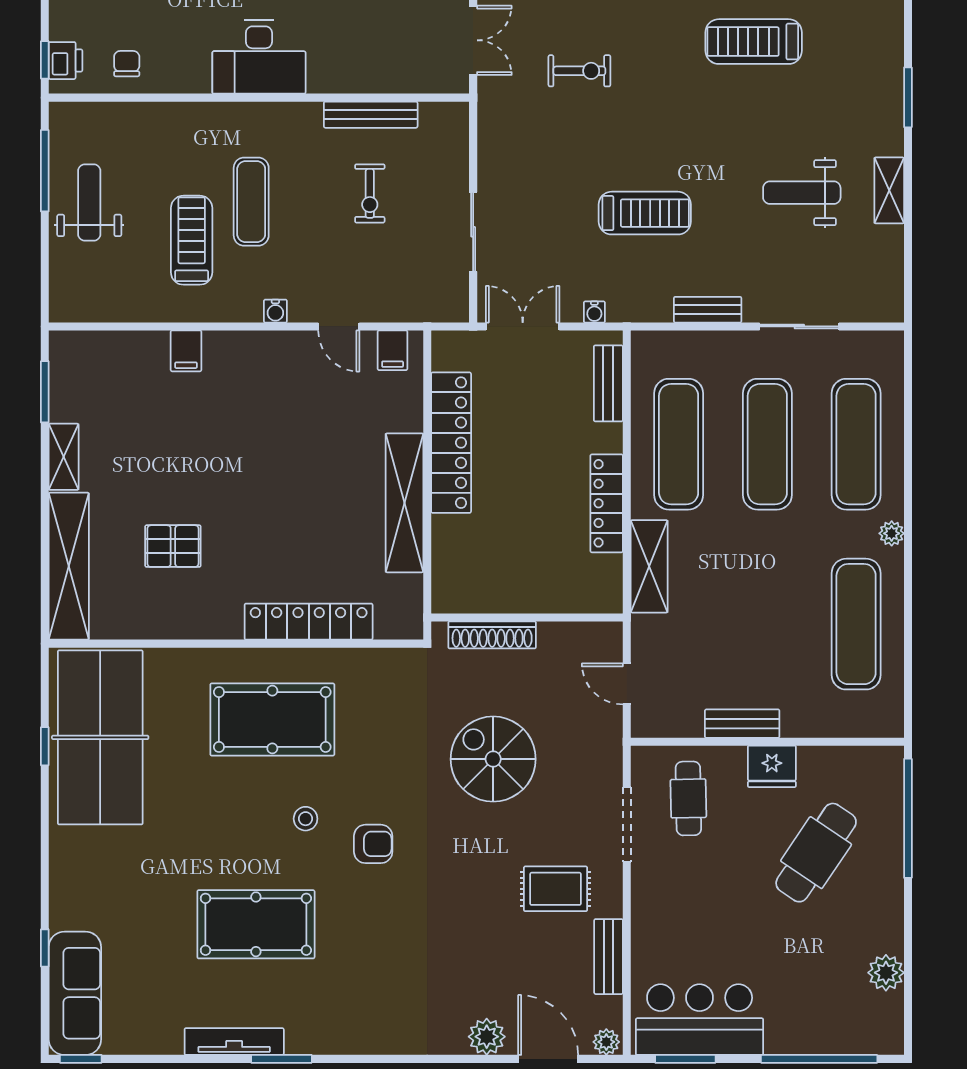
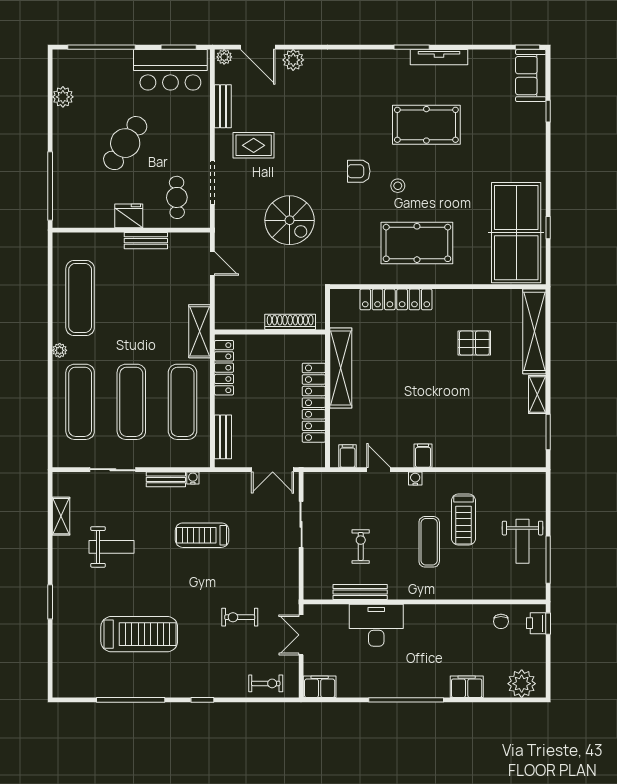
treadmill: (754, 42) -> (139, 634), width x1.37, depth x1.38
desk: (259, 57) -> (376, 625), moved
shelving: (889, 190) -> (61, 516), moved
water cooler: (594, 312) -> (193, 478), moved
filing cabinet: (186, 351) -> (423, 456), moved
wall: (527, 617) -> (270, 332), moved
shoe rack: (492, 635) -> (290, 322), moved
cafe table: (816, 853) -> (125, 143), moved
sofa: (75, 993) -> (531, 76), width x0.73

